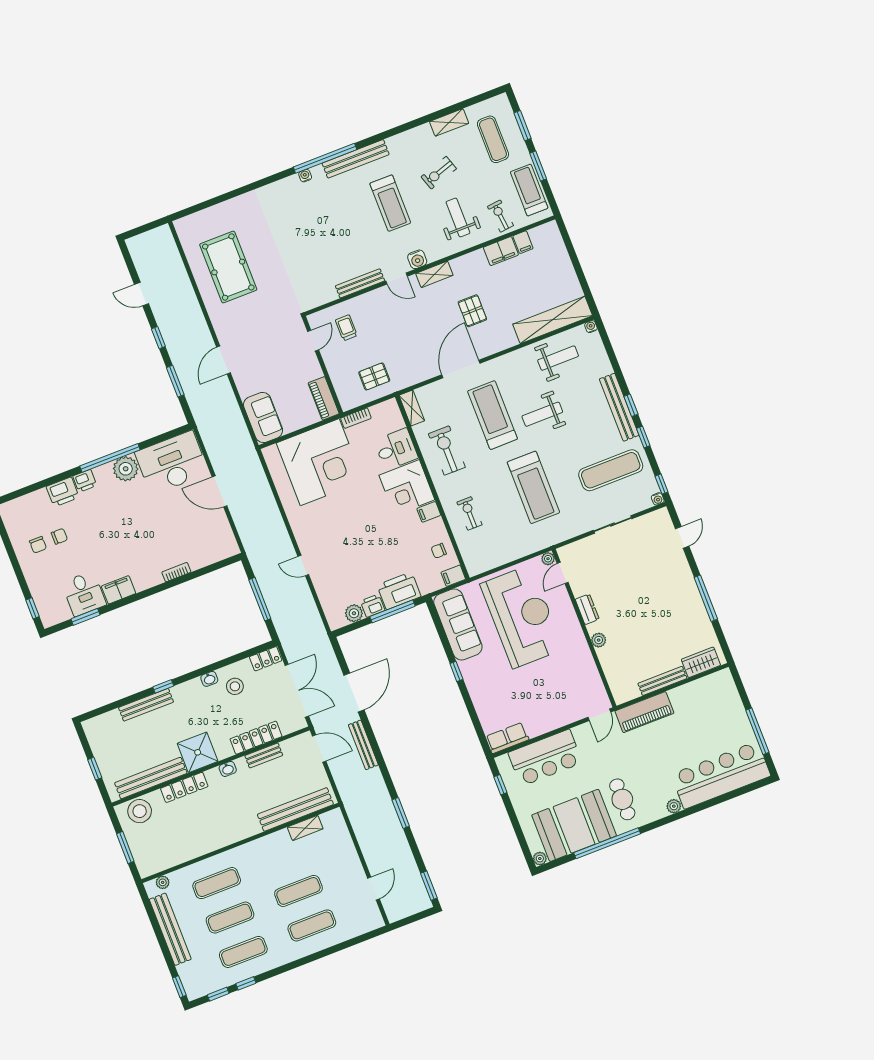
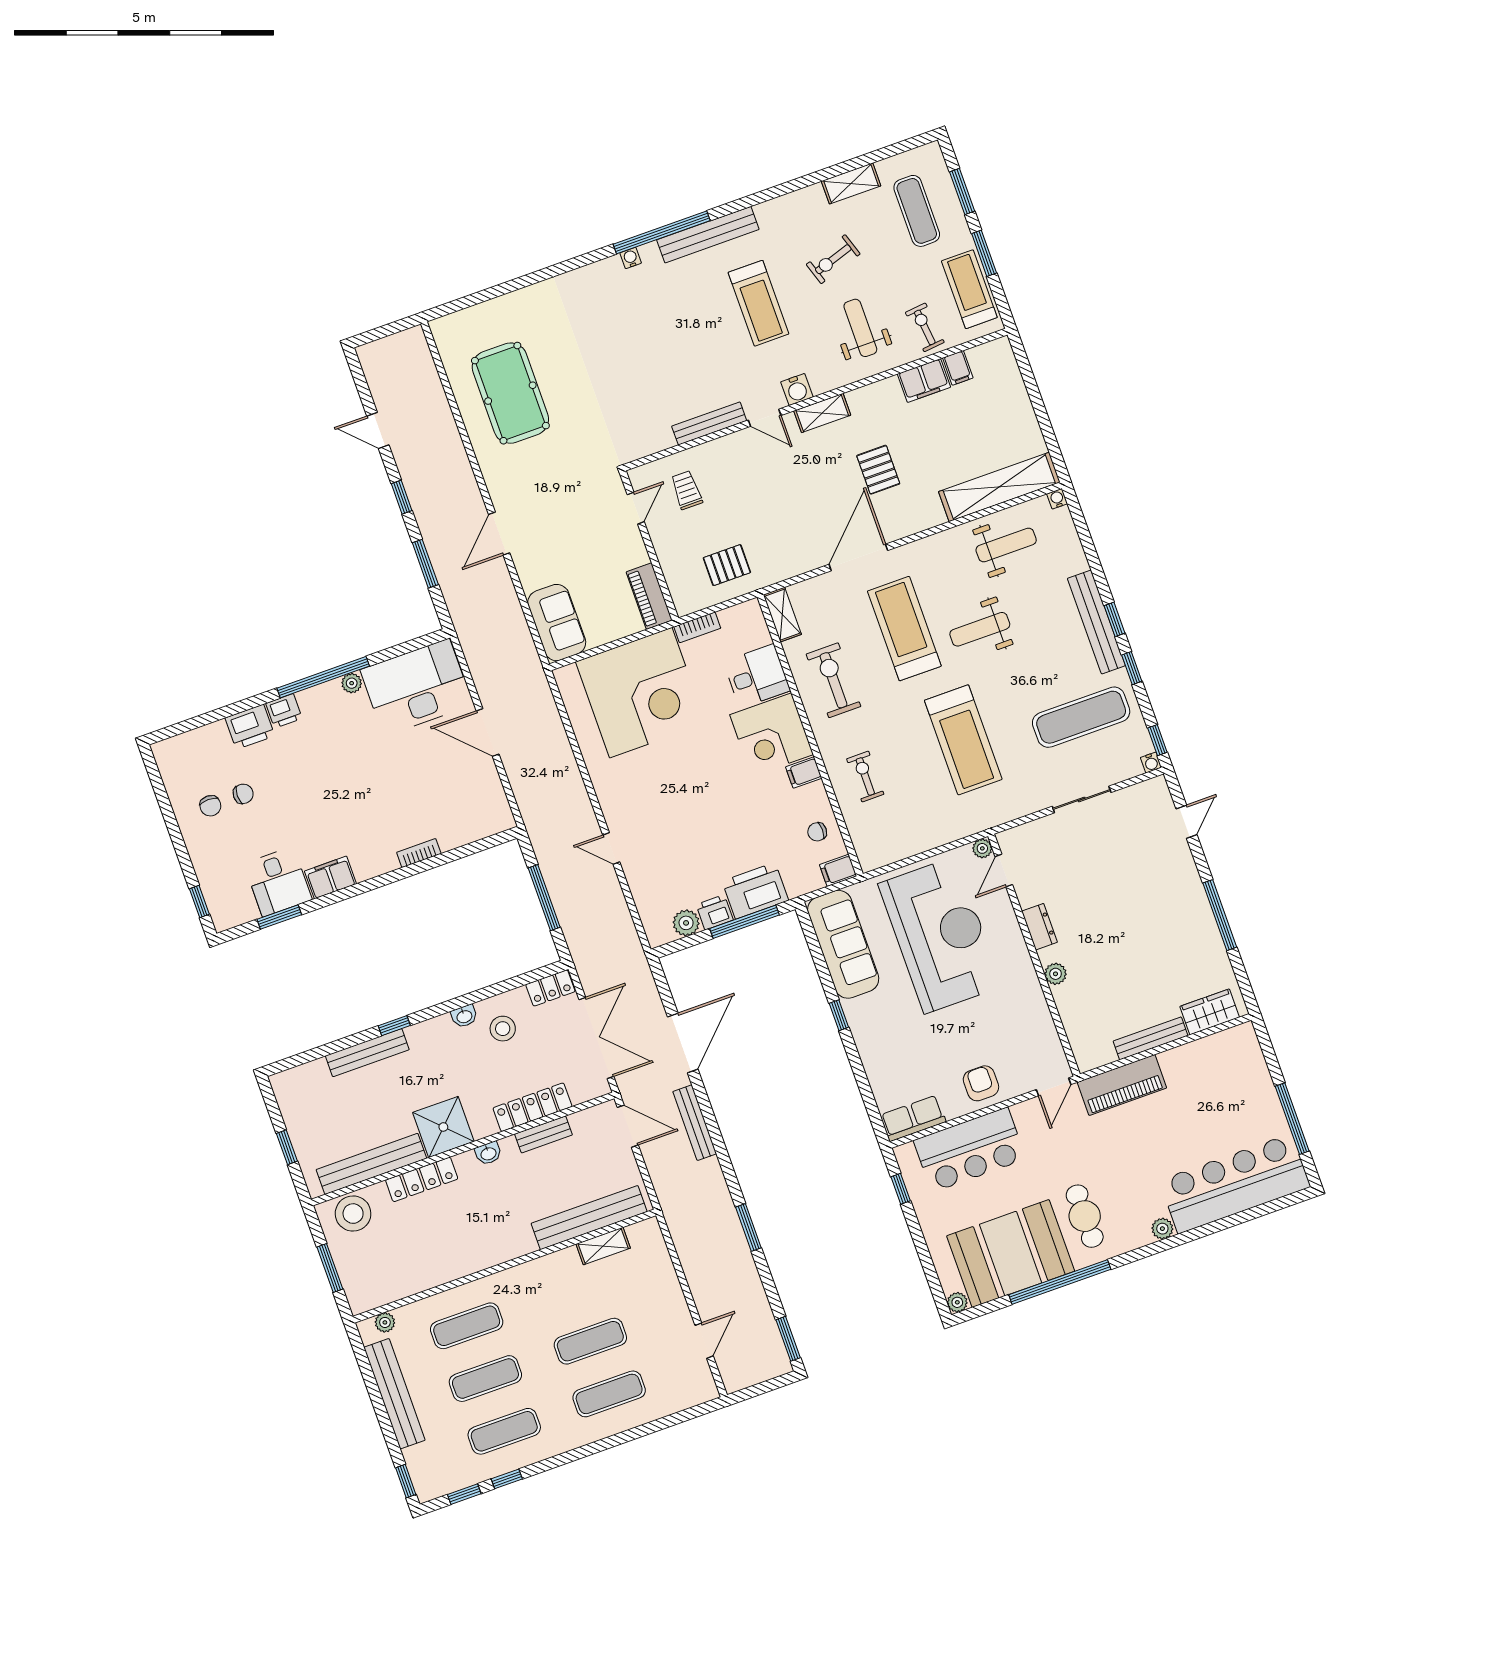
plant: (126, 469) -> (352, 683), width x0.53, depth x0.53
armchair: (551, 714) -> (981, 1083), added

